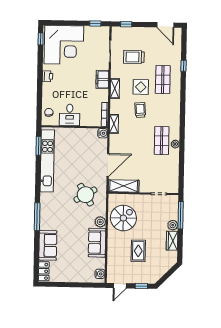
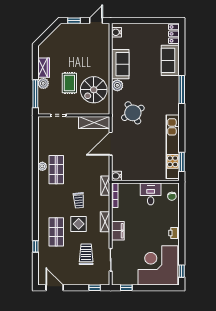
trolley: (134, 57) -> (86, 254), turned -90
rug: (138, 251) -> (69, 83), moved

